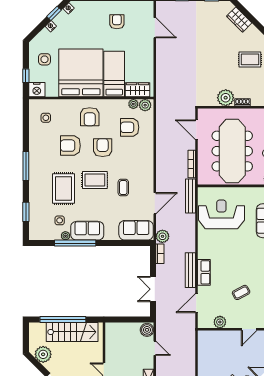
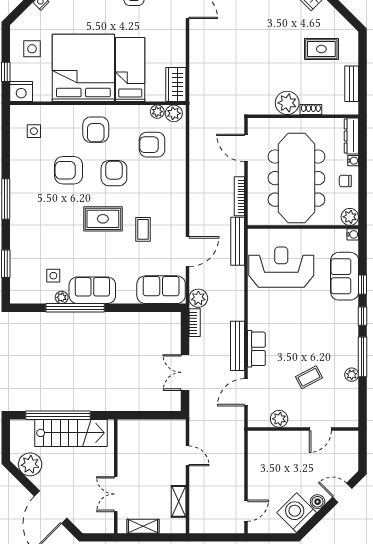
wardrobe: (138, 90) -> (176, 85), moved, turned -90
rug: (64, 188) -> (59, 231), removed
boiler: (147, 330) -> (176, 430), removed

